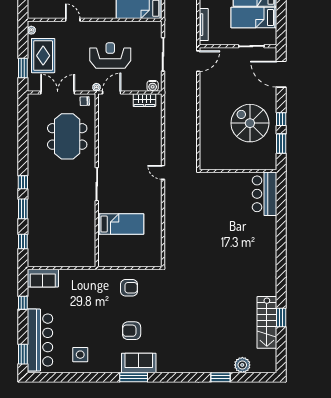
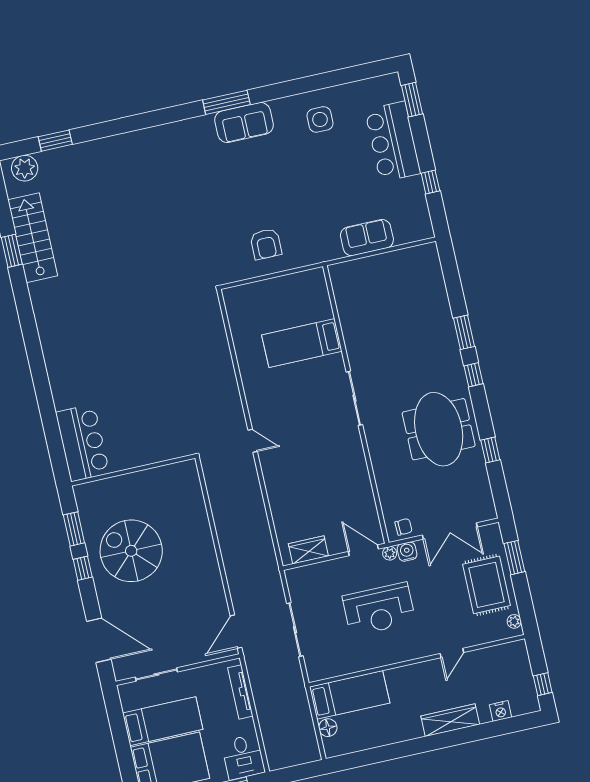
door: (73, 20) -> (452, 653), hinge flipped
water cooler: (153, 86) -> (407, 552), moved
door: (112, 93) -> (363, 550), swing flipped
spiral stairs: (250, 123) -> (131, 551), turned 180
meeting table: (67, 136) -> (439, 429), moved
window: (23, 241) -> (490, 450), moved
sofa: (43, 278) -> (367, 238), moved
armchair: (129, 288) -> (266, 244), turned -90
armchair: (132, 331) -> (246, 176), removed
bar counter: (40, 340) -> (393, 142), width x0.73
sofa: (139, 363) -> (244, 122), moved
plant: (242, 365) -> (25, 168), moved
window: (221, 377) -> (55, 141), moved

